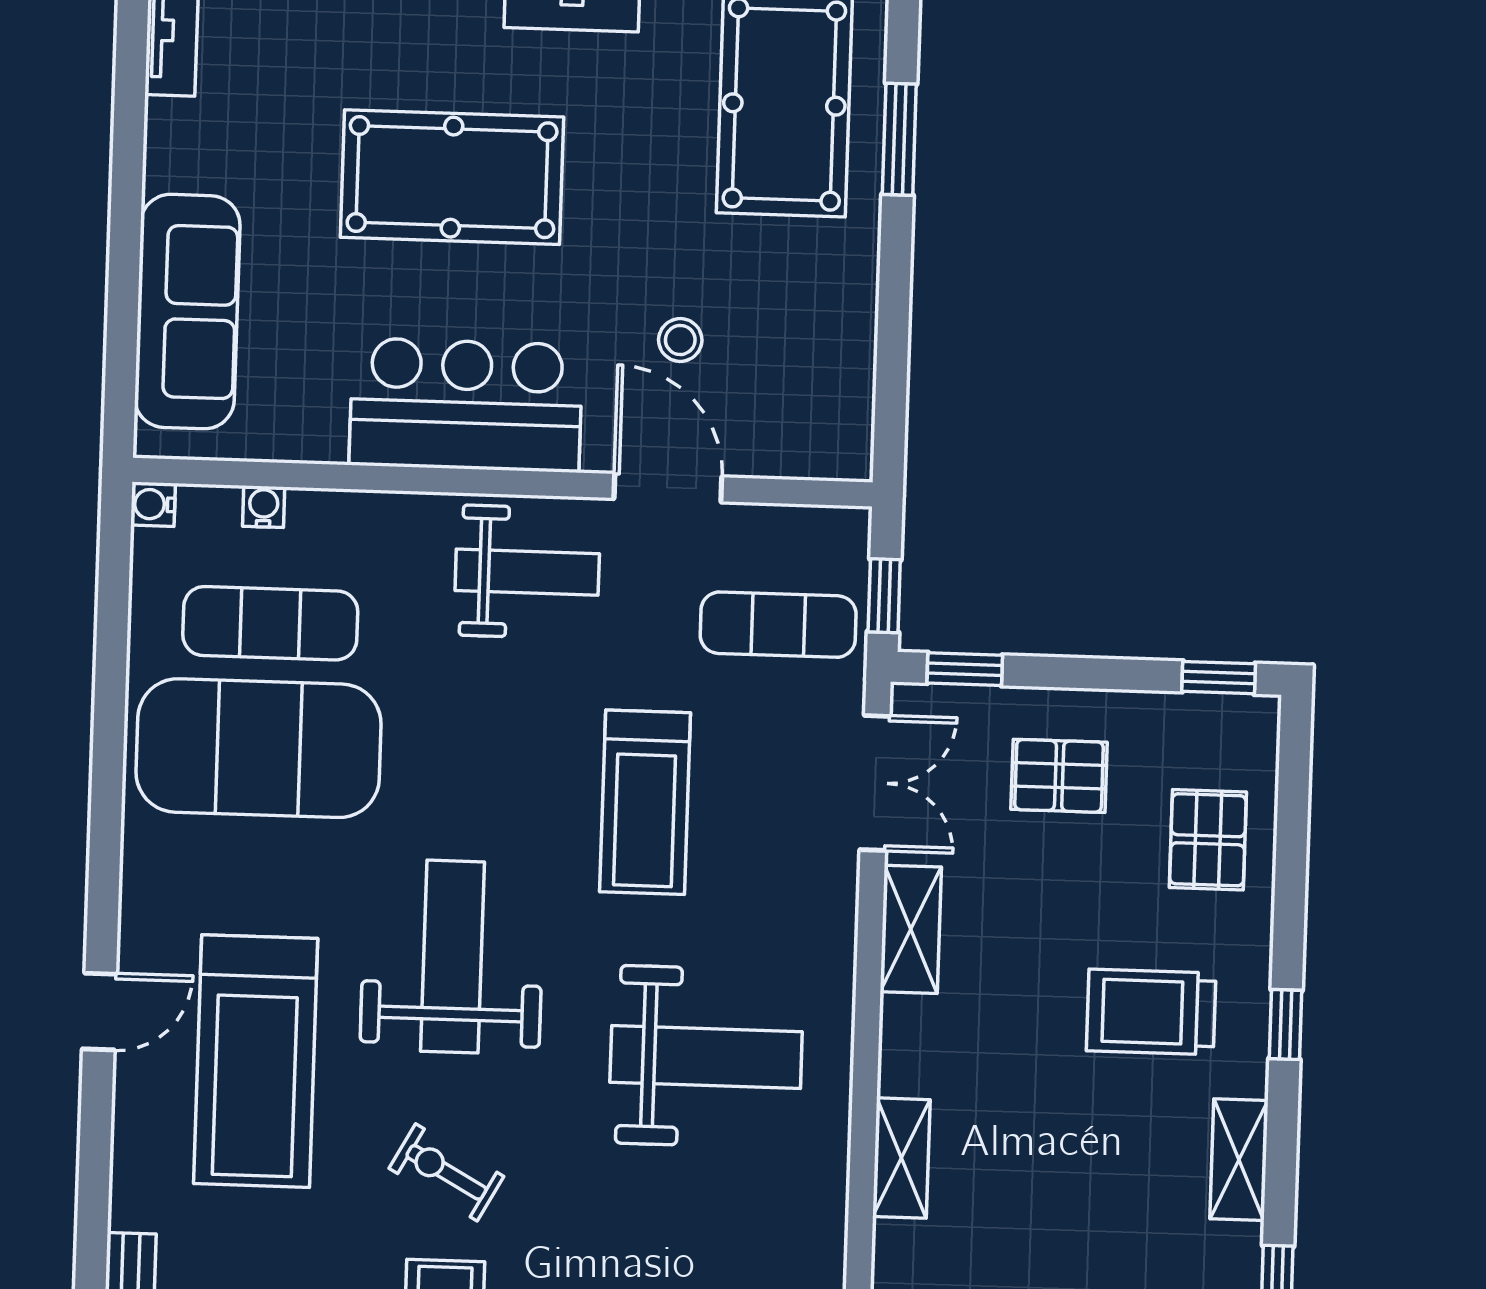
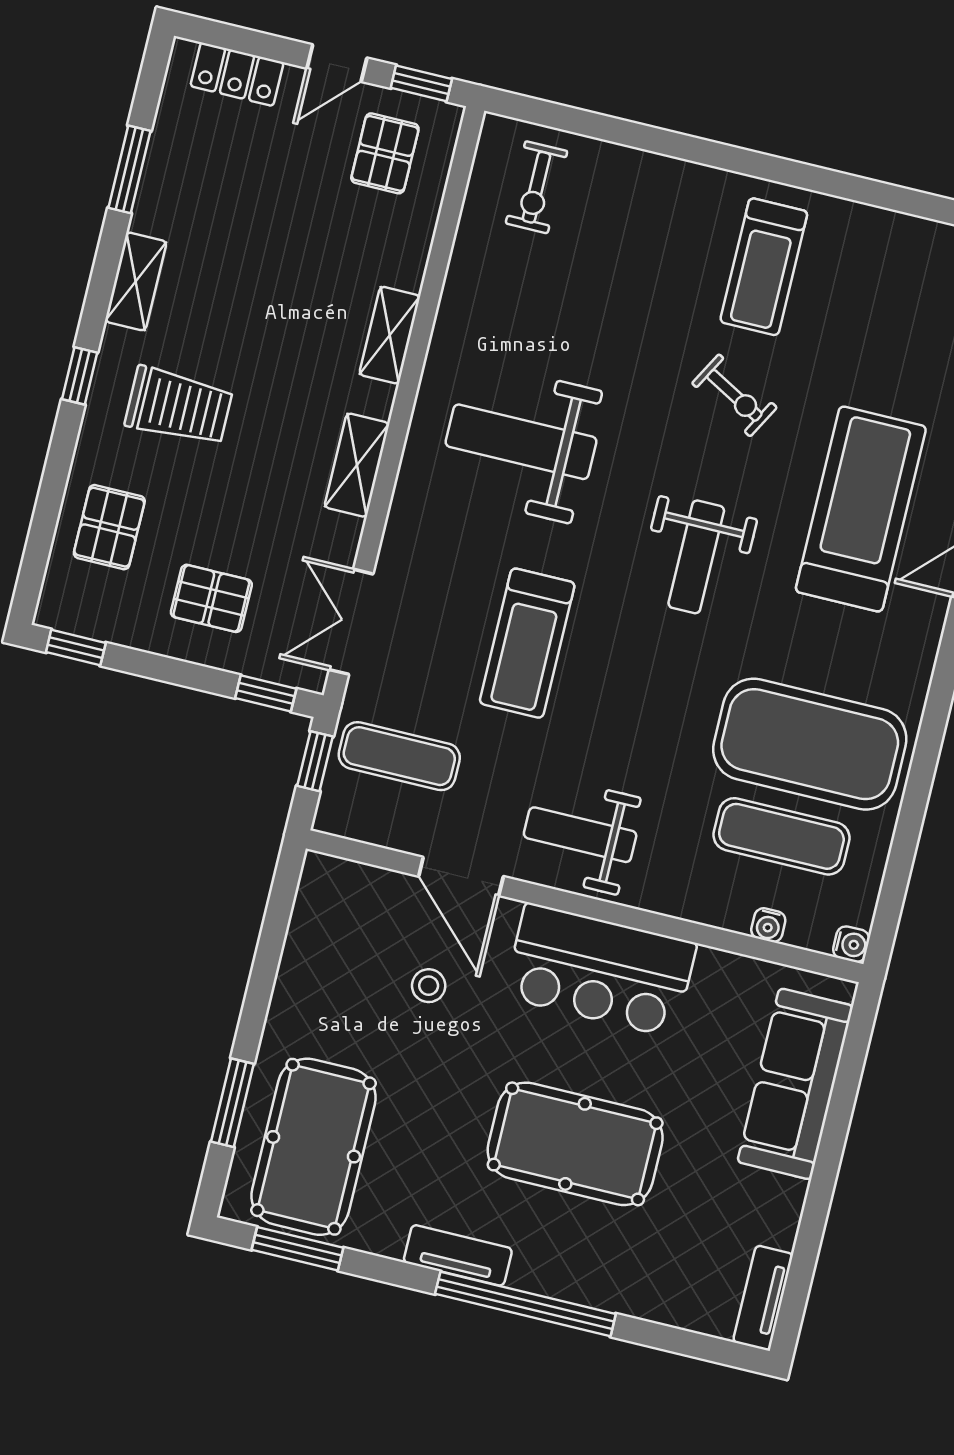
treadmill: (645, 802) -> (527, 643), turned 180
shelving: (911, 929) -> (357, 465), moved
weight bench: (452, 957) -> (696, 557), width x0.73, depth x0.75

